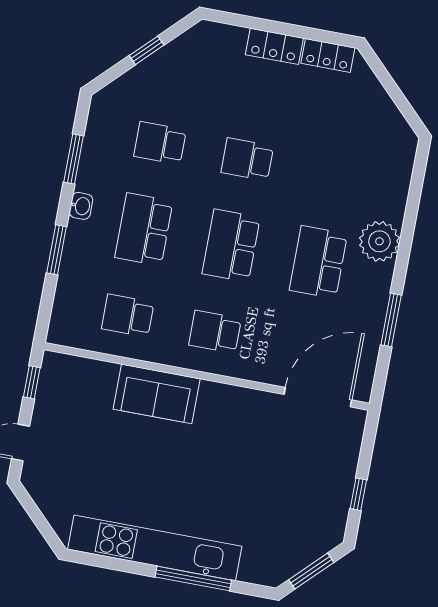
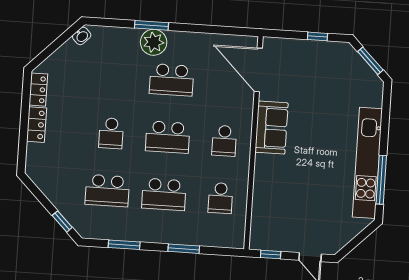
window: (147, 50) -> (62, 221), moved
school desk: (160, 143) -> (107, 191), width x1.85
washbasin: (81, 206) -> (82, 36), moved, turned 135
window: (391, 320) -> (151, 25), moved
sofa: (157, 394) -> (272, 128), moved
window: (193, 579) -> (381, 180), moved

